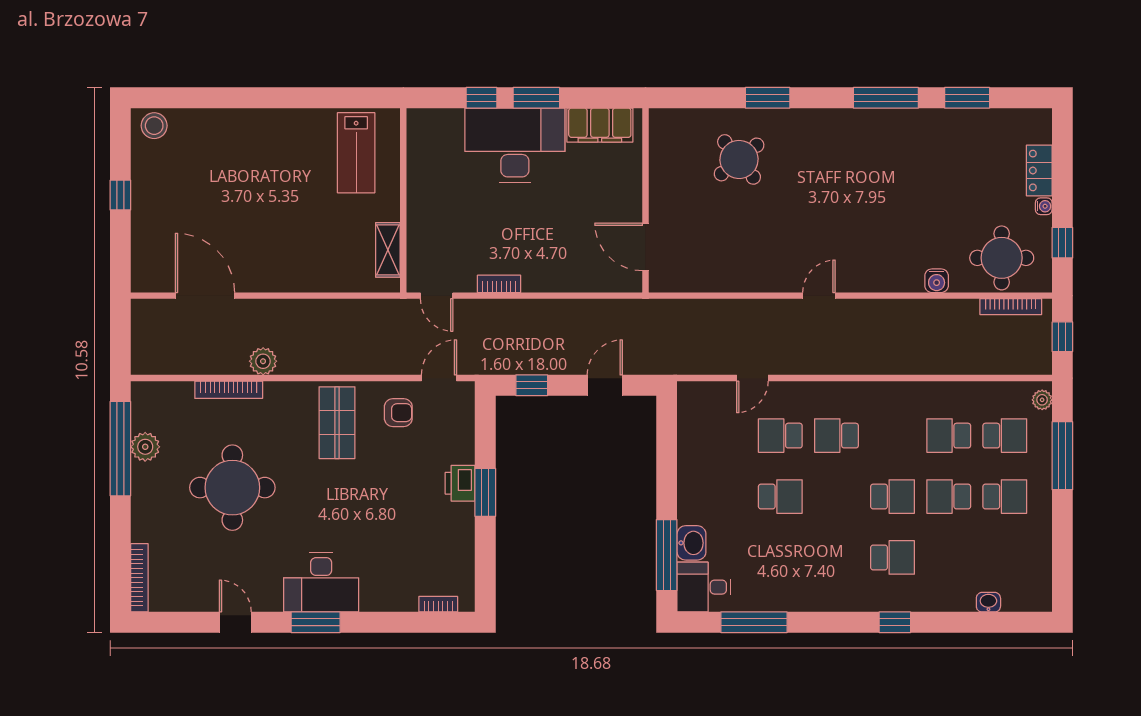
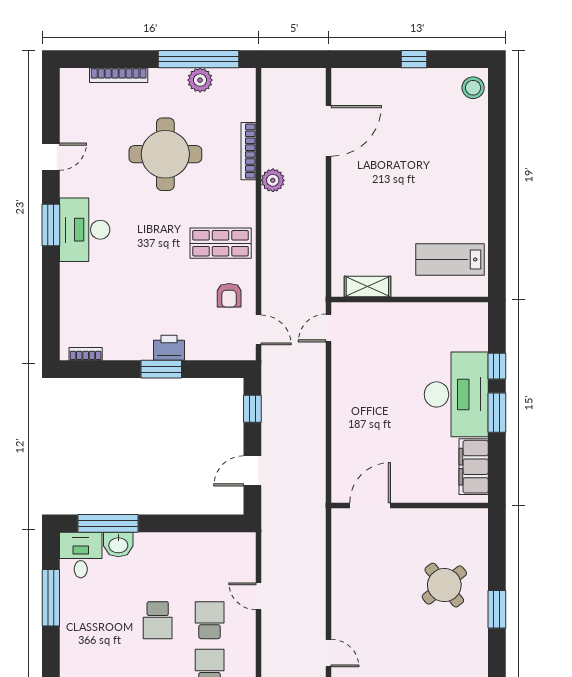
bookcase: (499, 284) -> (339, 381), removed
door: (605, 385) -> (252, 471), swing flipped
bookcase: (139, 578) -> (119, 75), moved
bookcase: (438, 604) -> (86, 354), moved, turned -90

